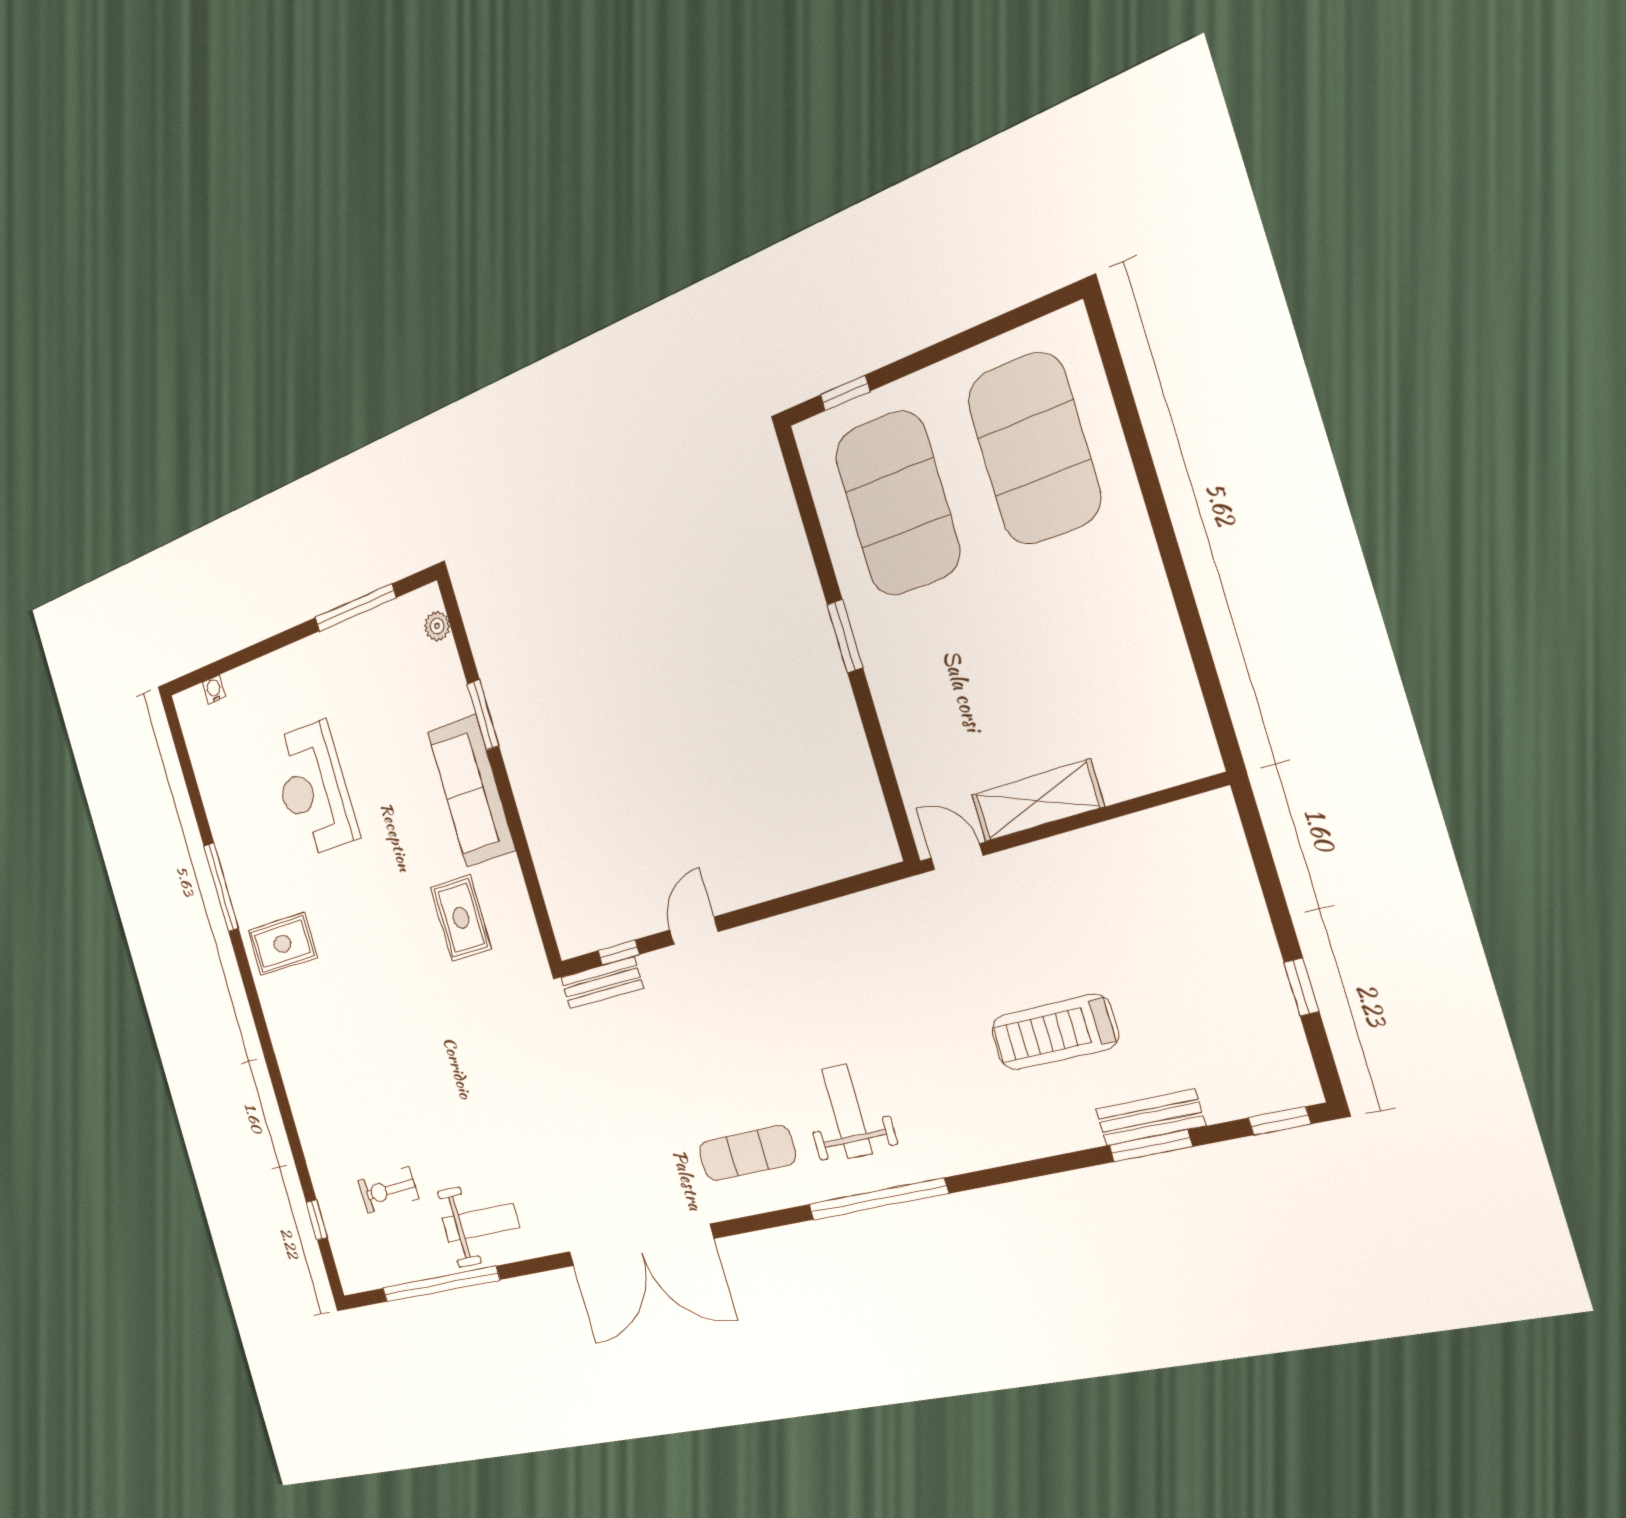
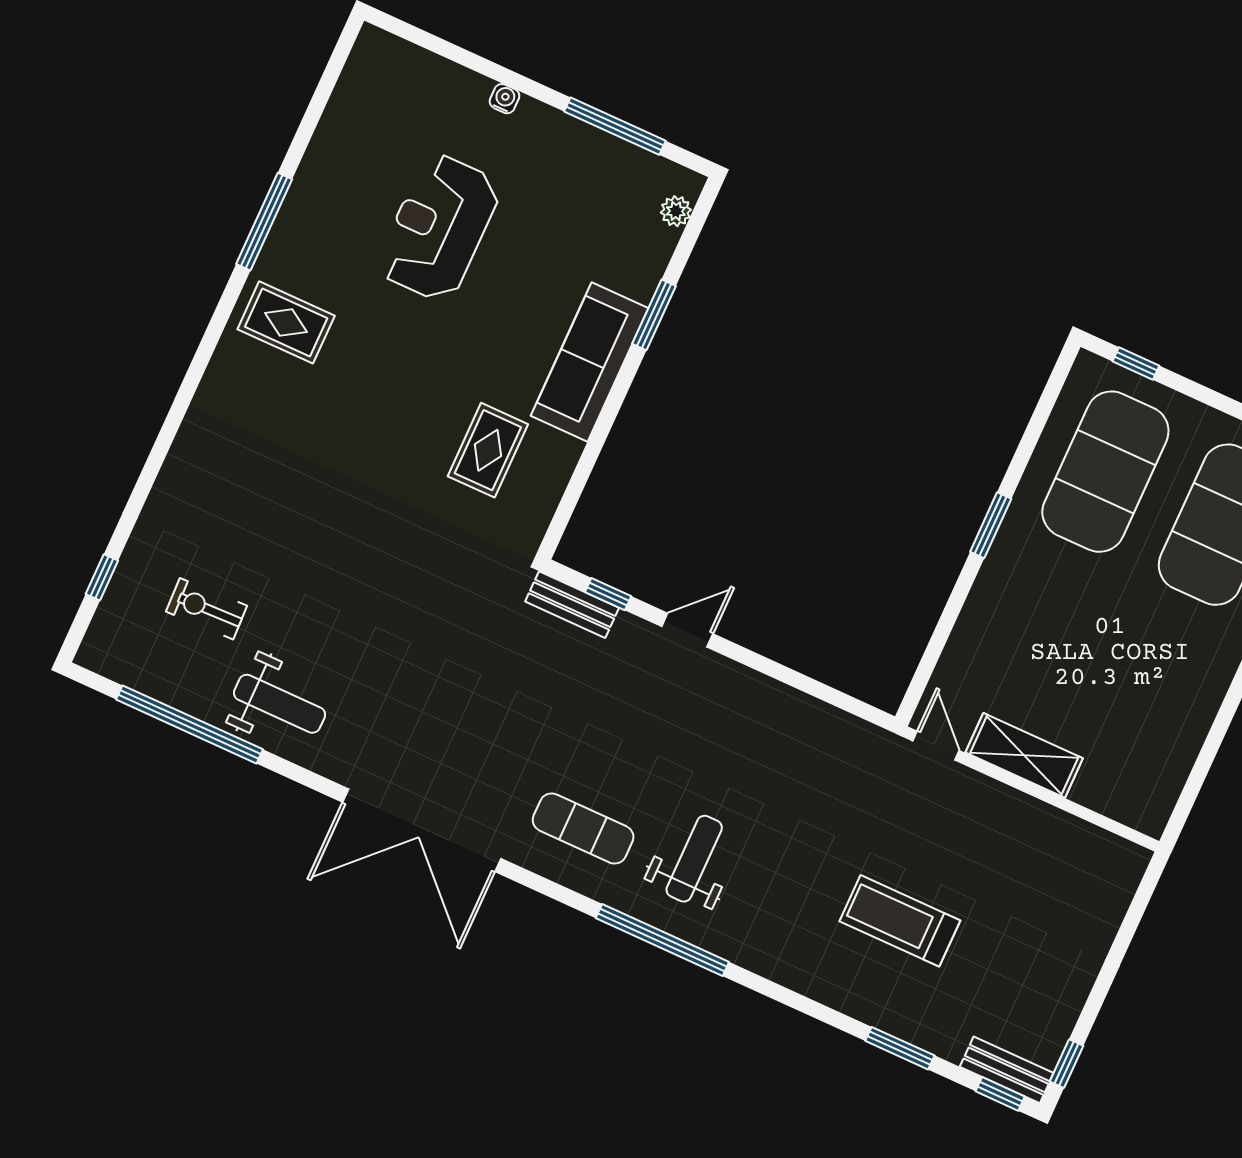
water cooler: (214, 690) -> (504, 99), moved
window: (1301, 987) -> (1067, 1064), moved
bench: (1150, 1117) -> (1007, 1070), moved

